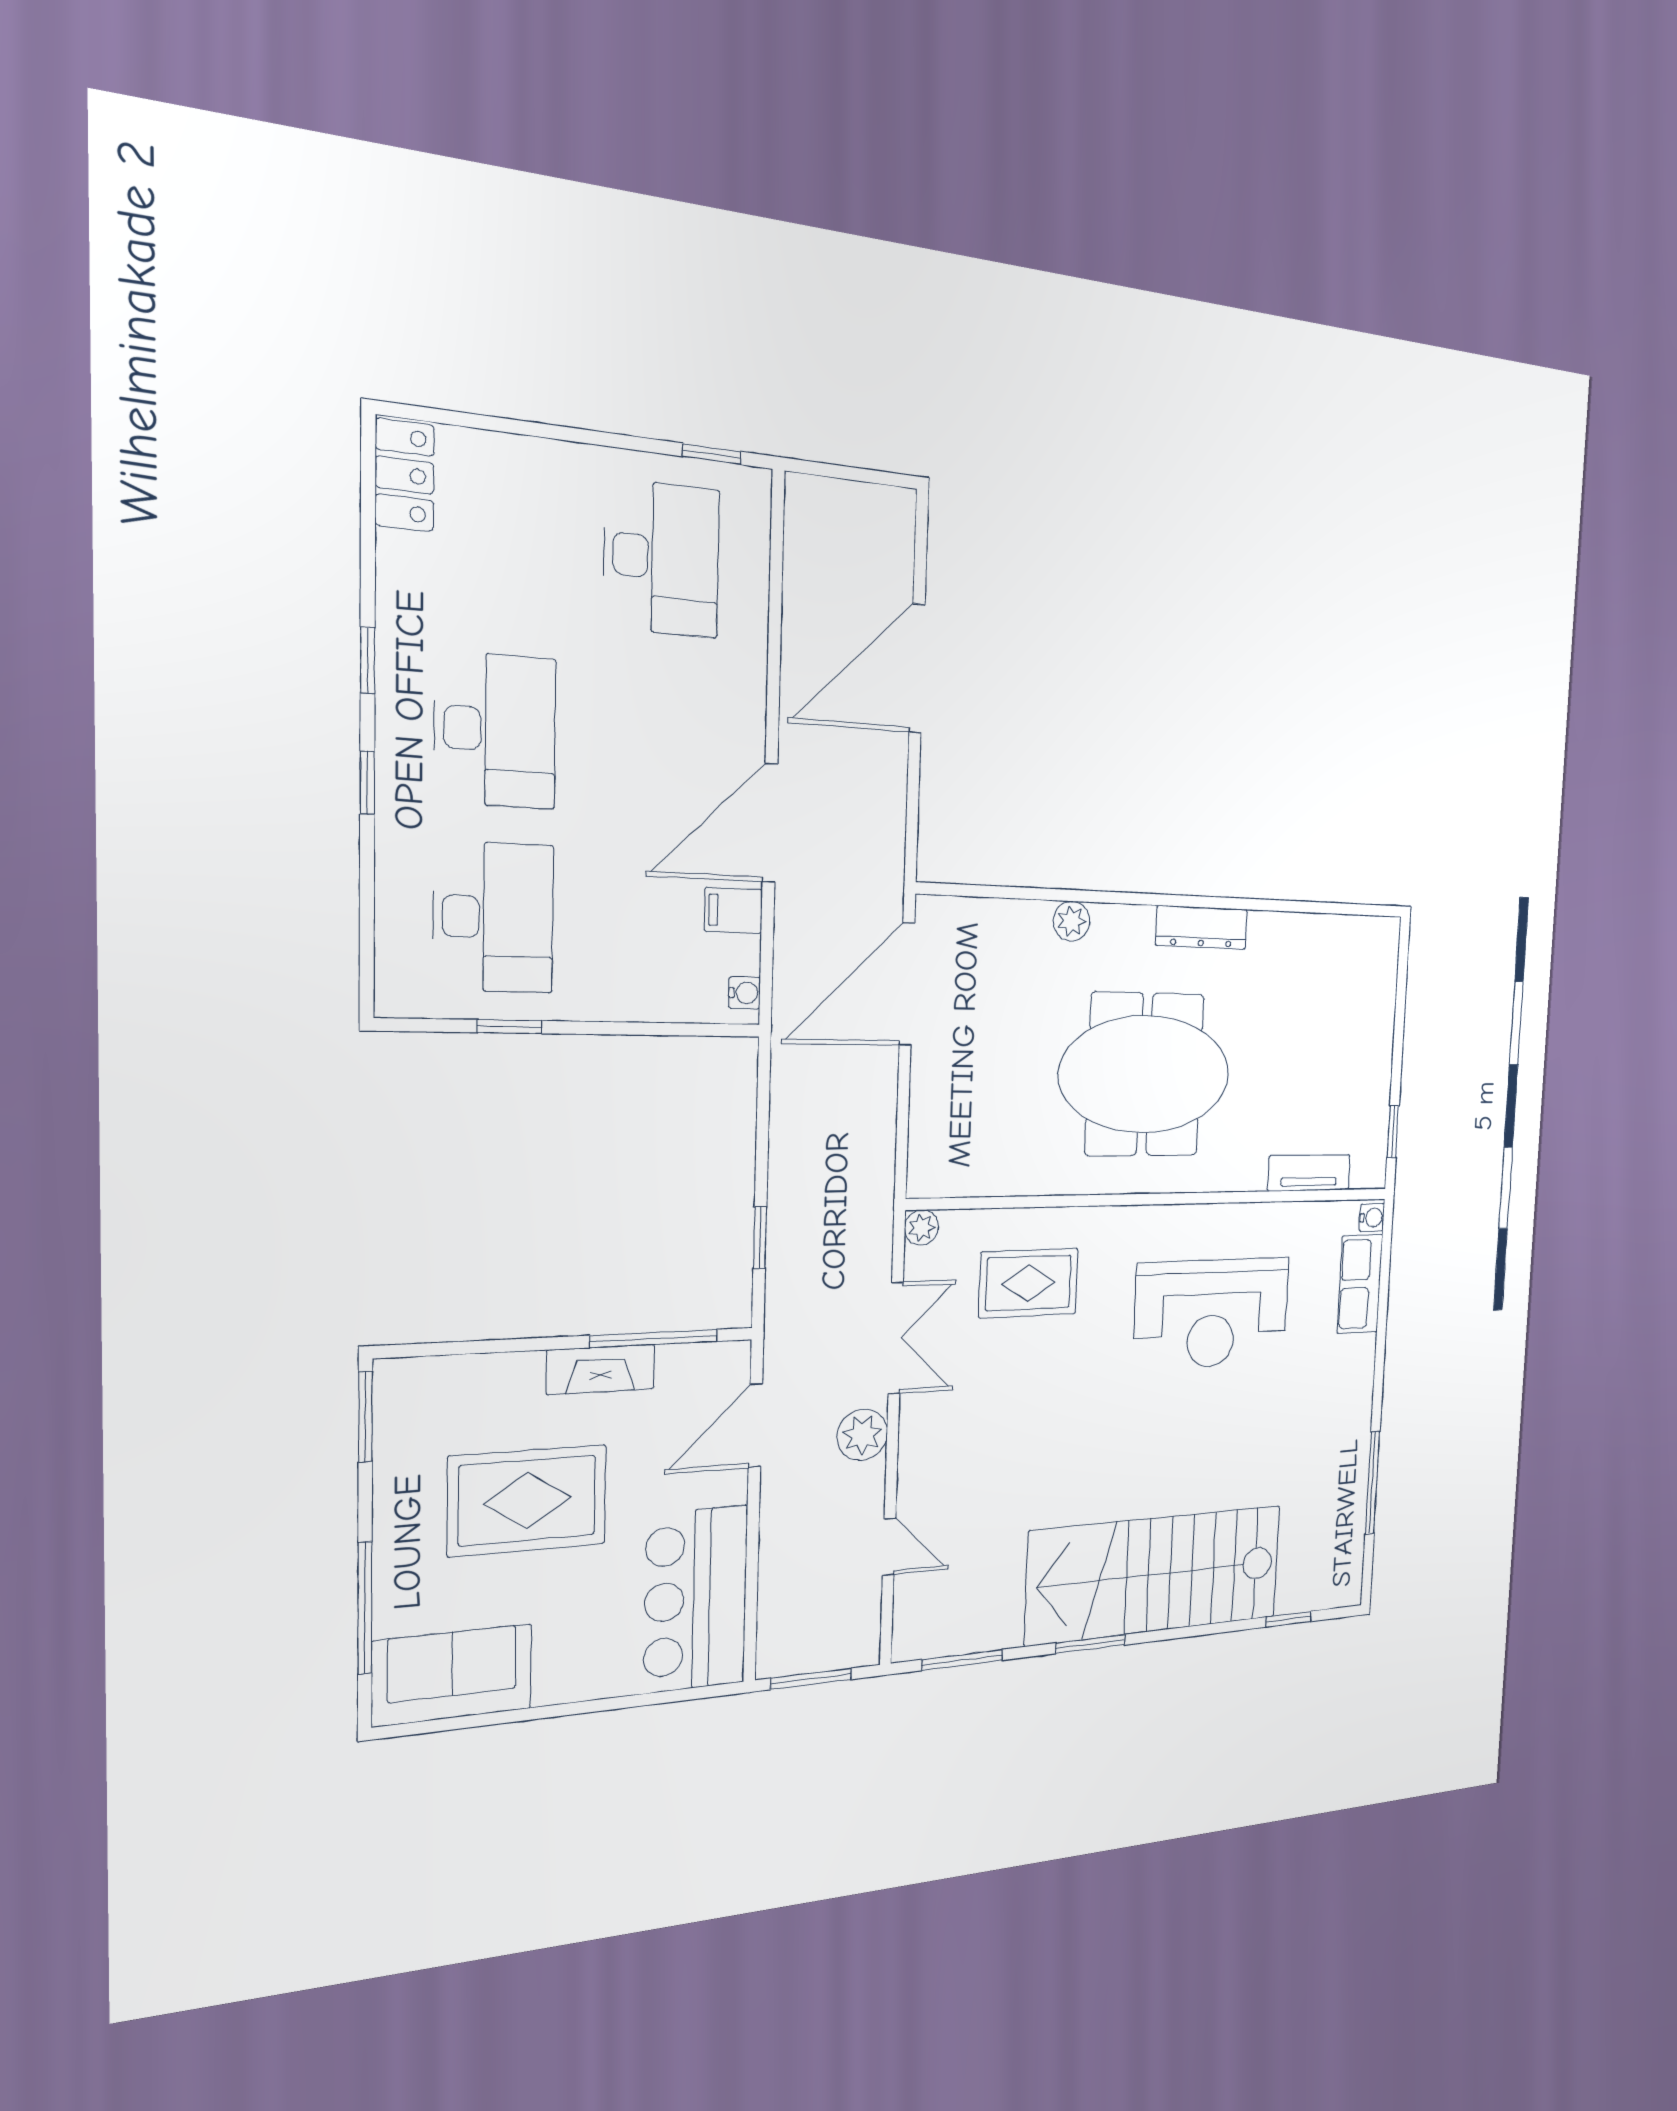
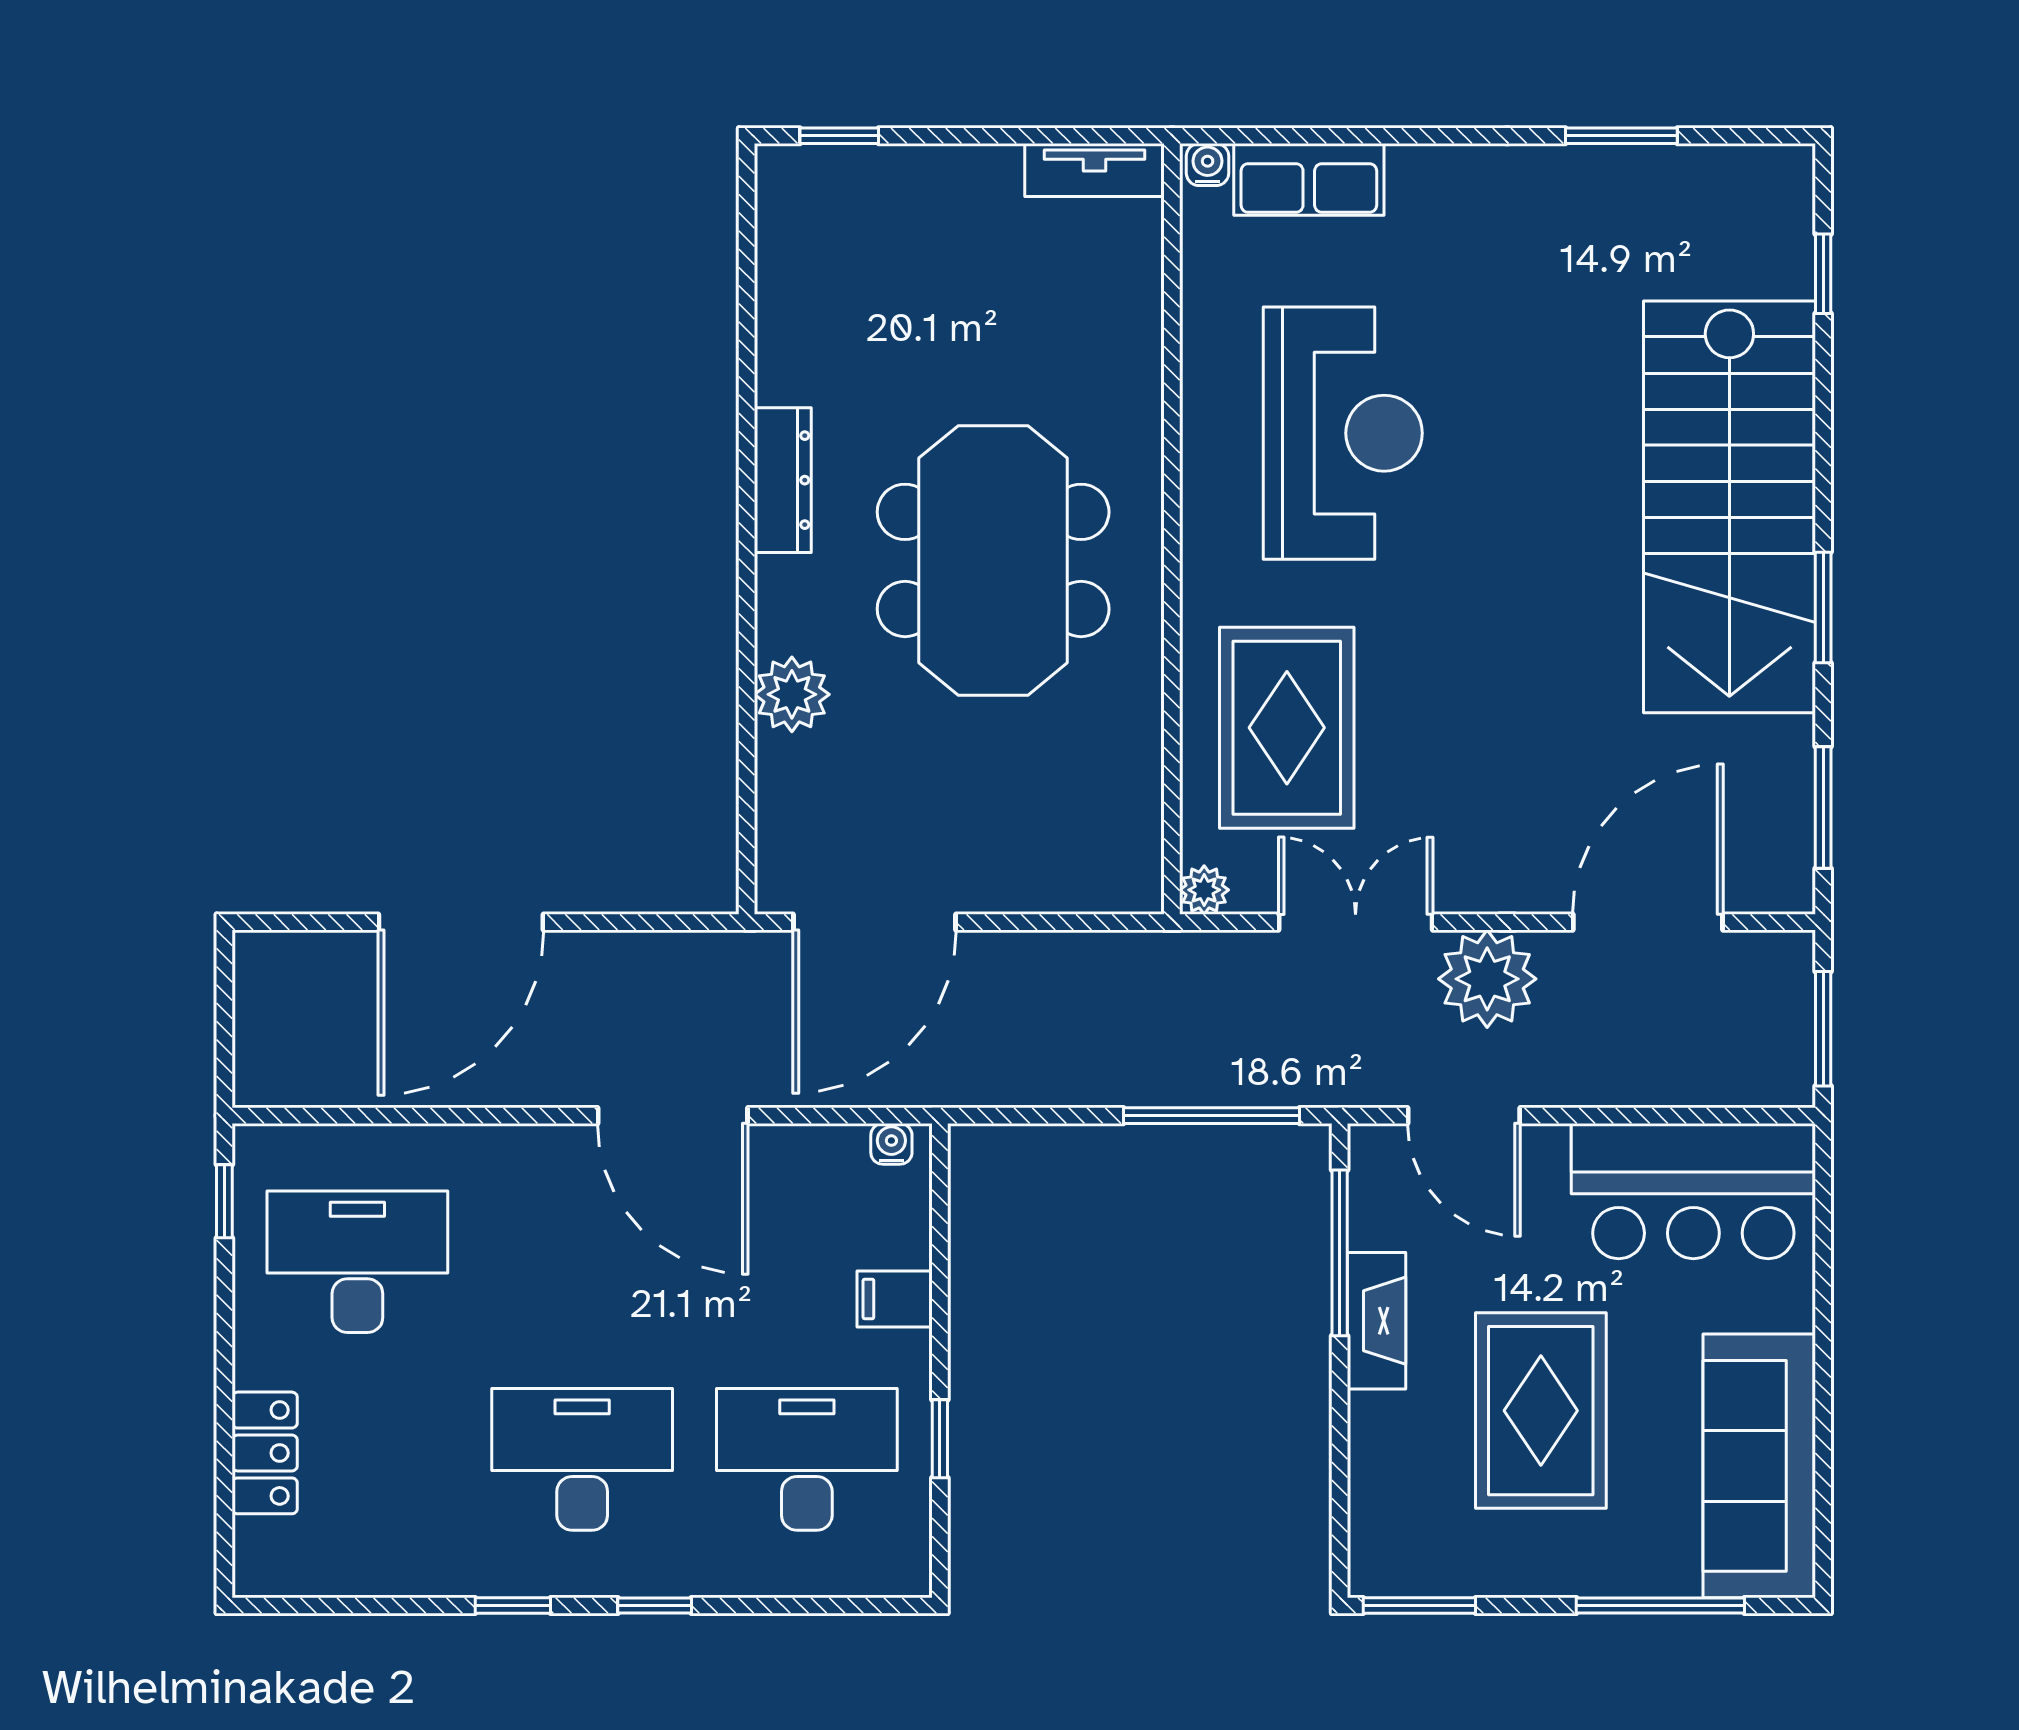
locker: (405, 475) -> (265, 1453), moved, turned 90
door: (917, 669) -> (461, 922), hinge flipped
filing cabinet: (734, 911) -> (895, 1299), moved, turned 90
plant: (1072, 921) -> (792, 694), width x1.38, depth x1.38
door: (907, 984) -> (875, 922), hinge flipped
window: (1393, 1132) -> (839, 136), moved
tv unit: (1309, 1173) -> (1095, 170), moved, turned -90
window: (760, 1238) -> (1212, 1116), width x2.17
rug: (1029, 1283) -> (1287, 728), width x1.36, depth x1.43
plant: (862, 1435) -> (1487, 979), width x1.36, depth x1.36
window: (1373, 1483) -> (1621, 136), width x0.69
door: (889, 1547) -> (1648, 922), width x1.88
sofa: (452, 1675) -> (1759, 1466), width x1.36

